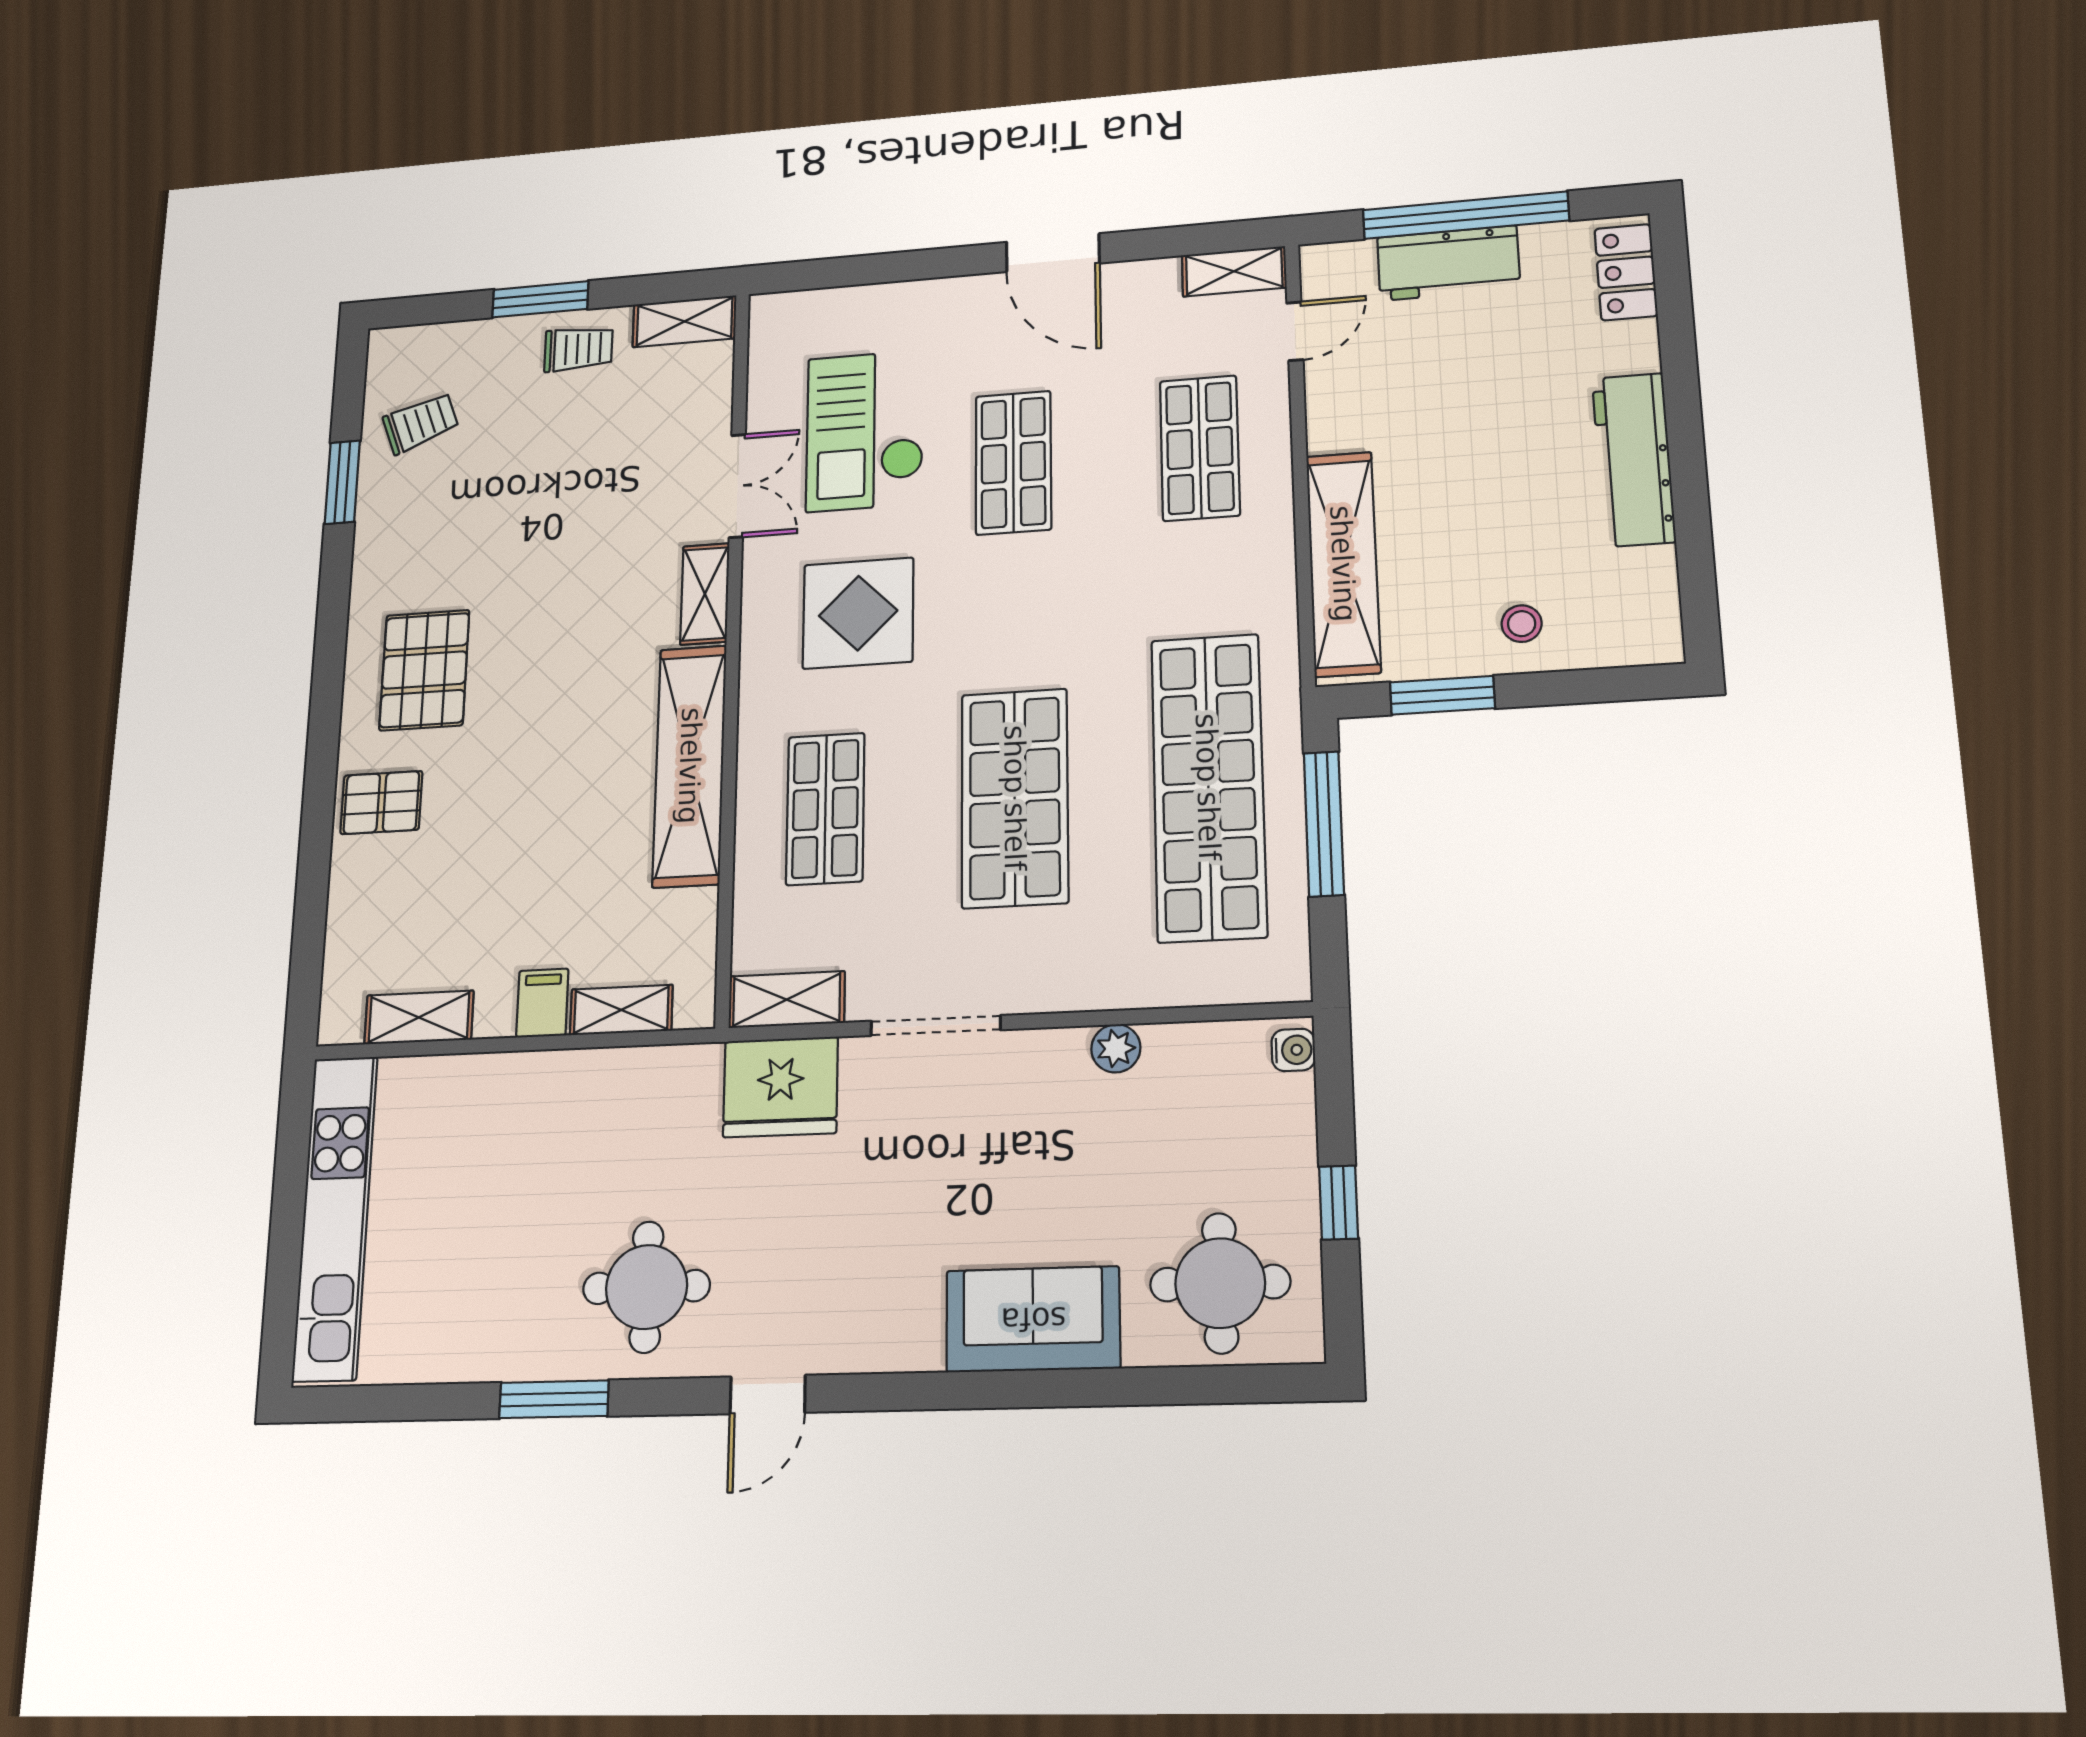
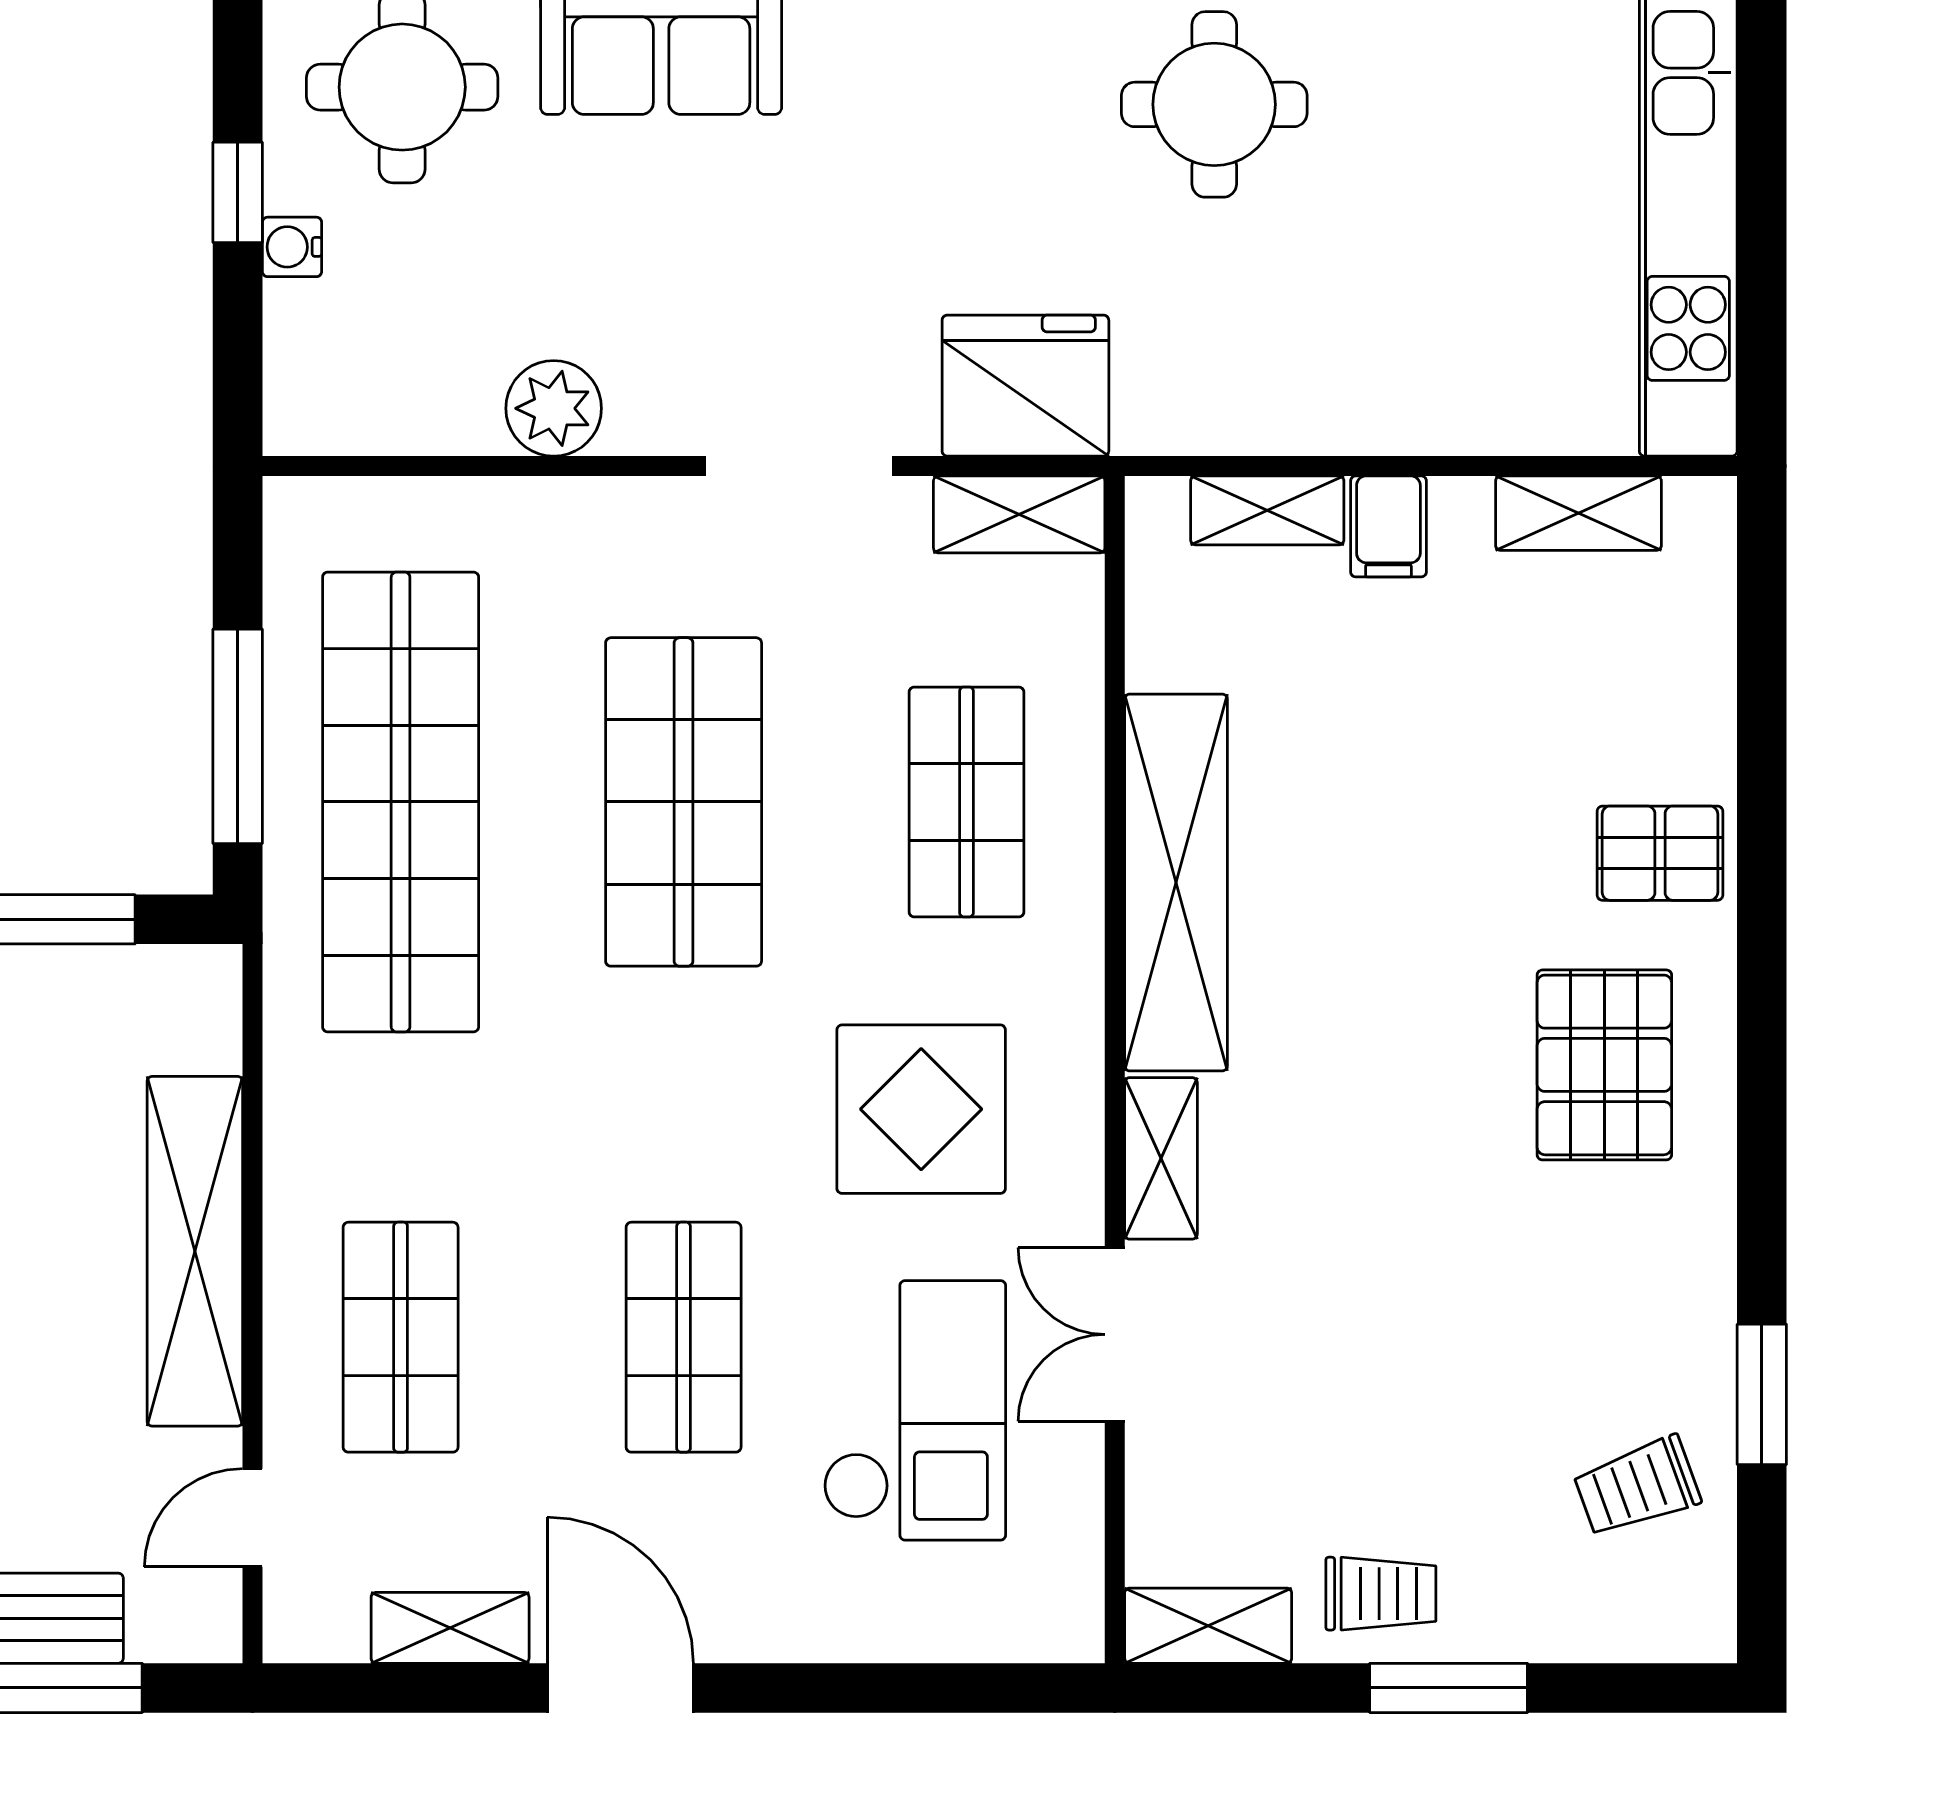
shelving: (1234, 271) -> (450, 1628), moved
trolley: (578, 349) -> (1381, 1594), turned 180
shelving: (1343, 564) -> (195, 1251), moved
plant: (1116, 1048) -> (554, 408), width x1.38, depth x1.38
water cooler: (1293, 1050) -> (292, 247), moved

